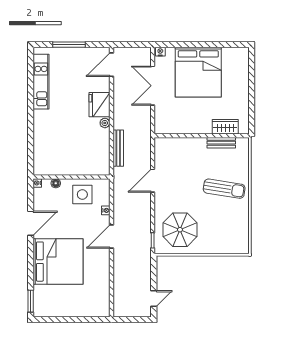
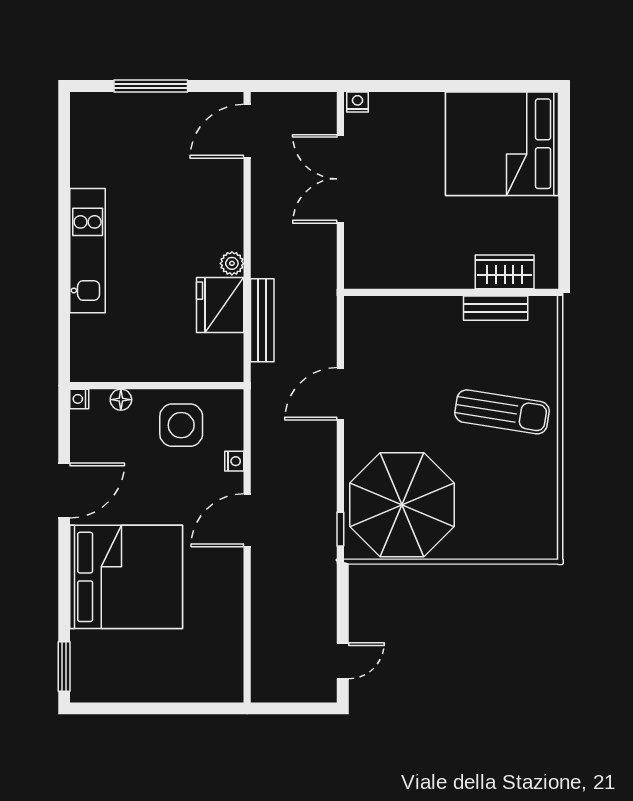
bed: (198, 72) -> (502, 144), moved, turned 90
kitchen unit: (41, 82) -> (88, 251), moved
fridge: (100, 105) -> (220, 305), moved
parasol: (180, 230) -> (402, 505), width x1.36, depth x1.36

